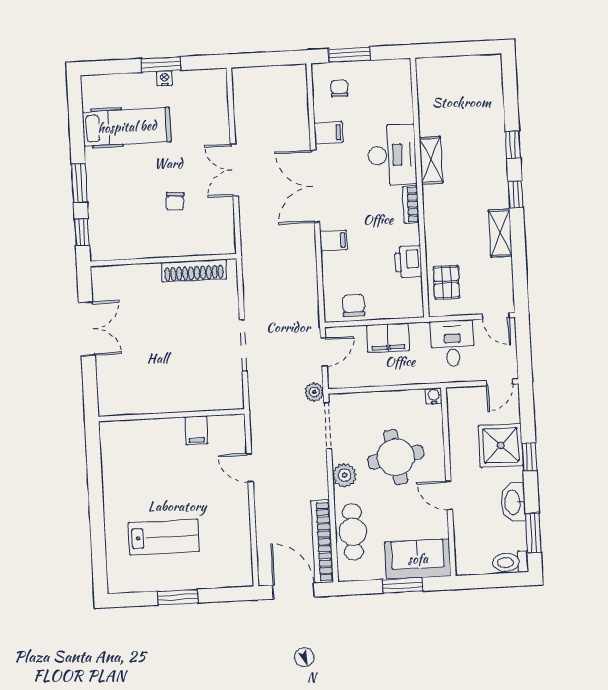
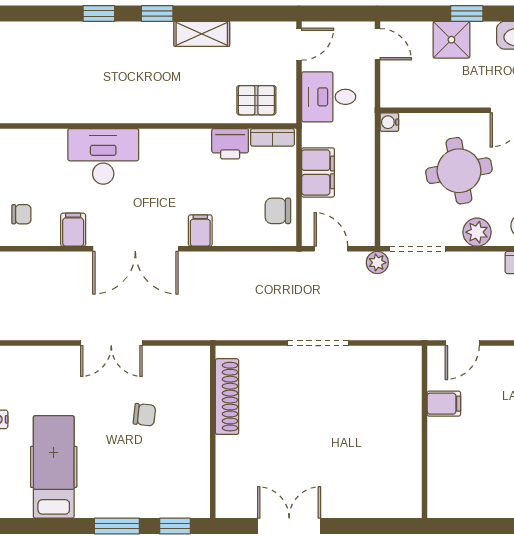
chair: (339, 88) -> (21, 214), turned 180
shelving: (431, 160) -> (112, 111), removed
bookcase: (411, 204) -> (272, 137), moved
wall: (171, 415) -> (425, 432), moved
filing cabinet: (196, 430) -> (444, 404), moved
shower: (501, 445) -> (451, 40), width x0.73, depth x0.73

